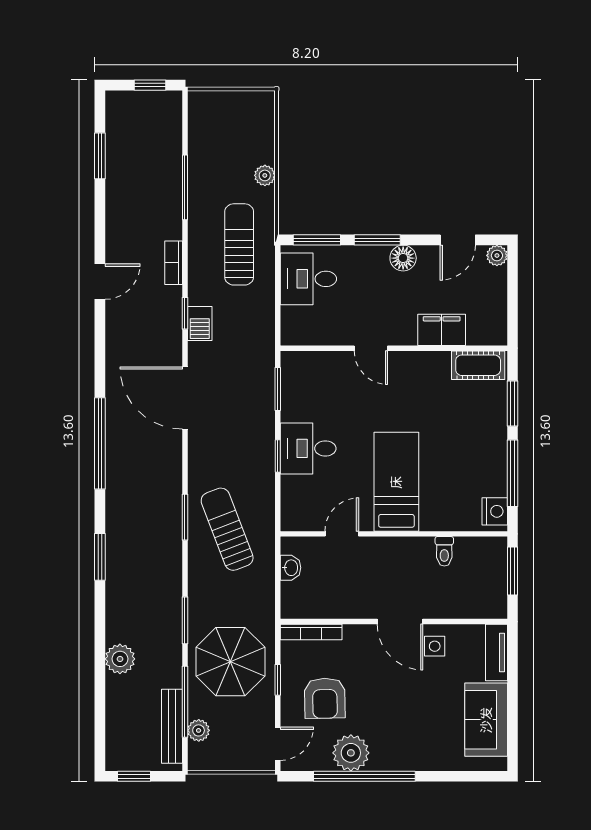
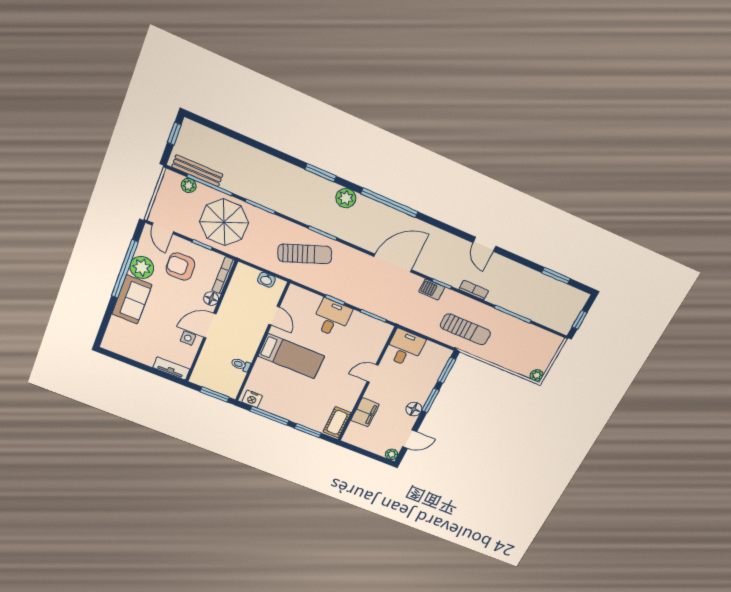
plant: (265, 175) -> (537, 375), moved
door: (458, 240) -> (410, 439), swing flipped
desk: (308, 279) -> (405, 348), moved
floor lamp: (356, 636) -> (211, 299), added
plant: (120, 659) -> (346, 198), moved
sofa: (486, 720) -> (132, 299), moved, turned 90

